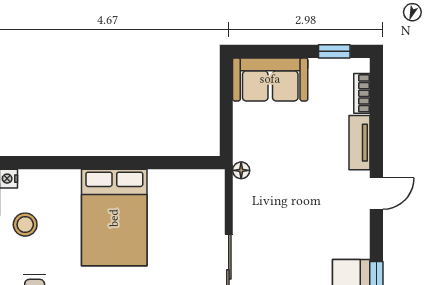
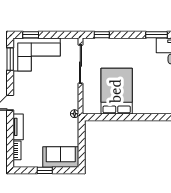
window: (334, 51) -> (45, 170), moved
bed: (114, 218) -> (117, 91), moved

